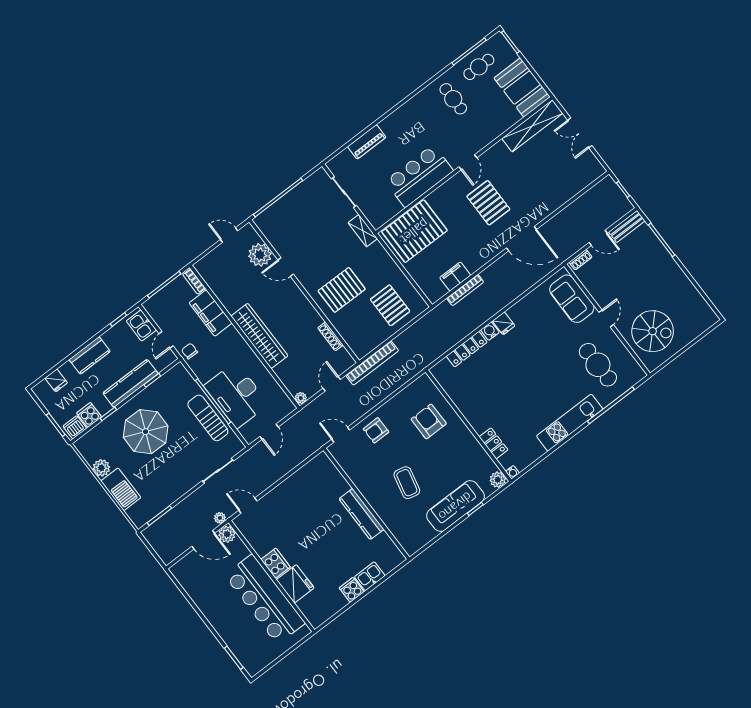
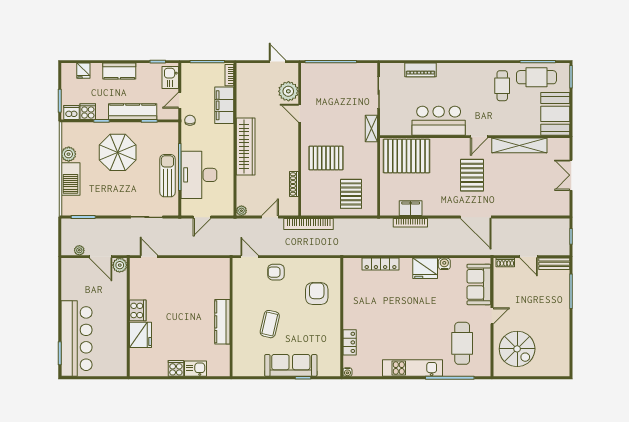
cafe table: (479, 67) -> (536, 77), width x1.37, depth x1.35
shelving: (532, 126) -> (519, 145), moved
fridge: (504, 323) -> (425, 268), width x1.88, depth x1.34
water cooler: (490, 331) -> (444, 264), moved
plant: (498, 480) -> (334, 370), removed
plant: (220, 518) -> (79, 250), moved
bar counter: (265, 599) -> (77, 339), moved, turned 180

